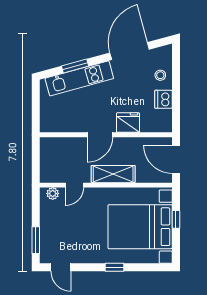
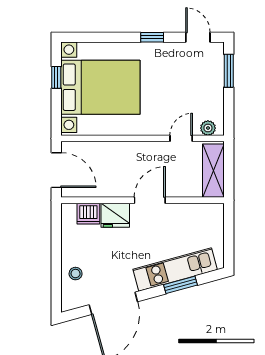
dishwasher: (164, 99) -> (88, 214), moved, turned 90
shelving: (113, 174) -> (213, 171), moved, turned 90
window: (176, 219) -> (56, 77), moved
window: (114, 267) -> (152, 37), moved

